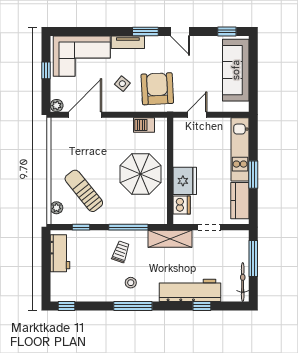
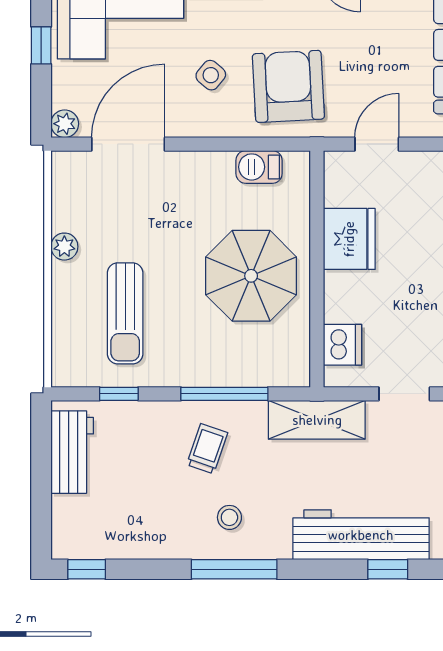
fridge: (185, 181) -> (349, 239), moved
sun lounger: (84, 191) -> (125, 313), turned -141
plant: (56, 208) -> (64, 247), moved

